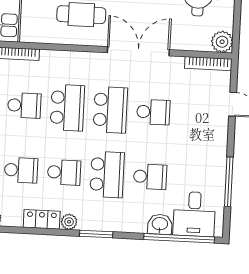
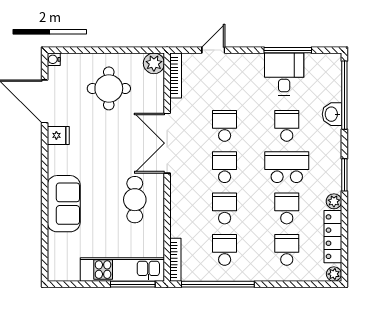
school desk: (67, 108) -> (225, 208), width x0.54
school desk: (110, 110) -> (225, 167), width x0.54
desk: (194, 214) -> (284, 74), moved, turned -90
locker: (42, 219) -> (333, 237), width x1.53

